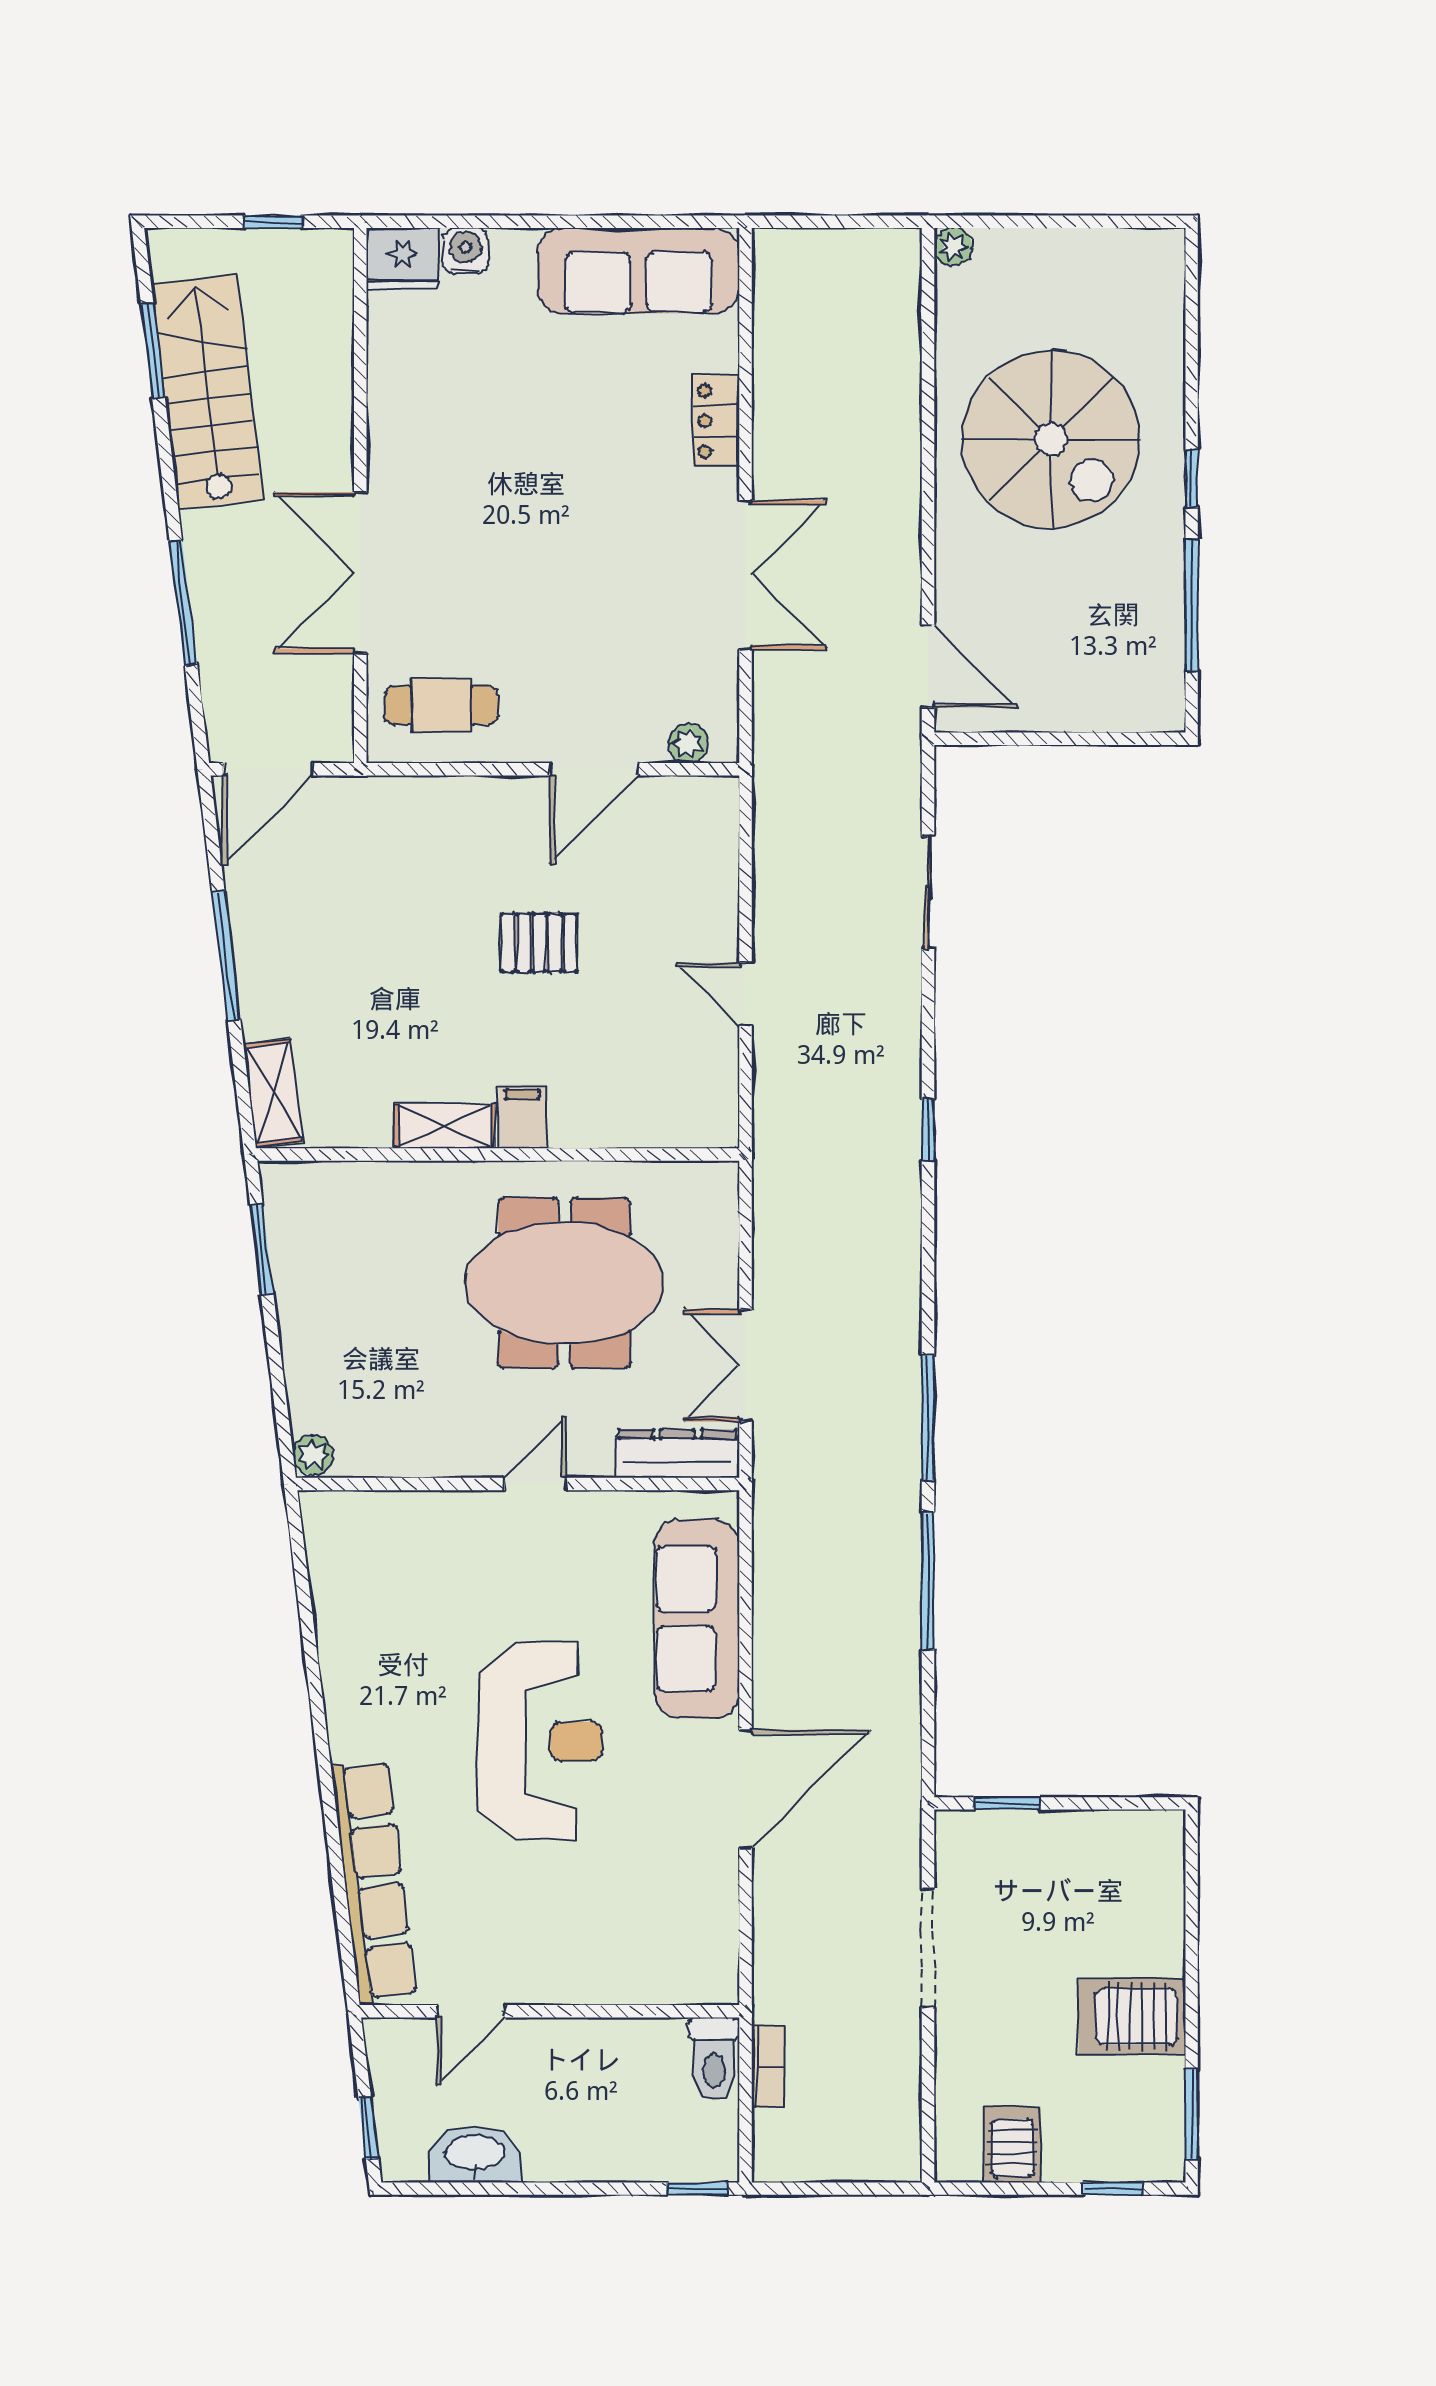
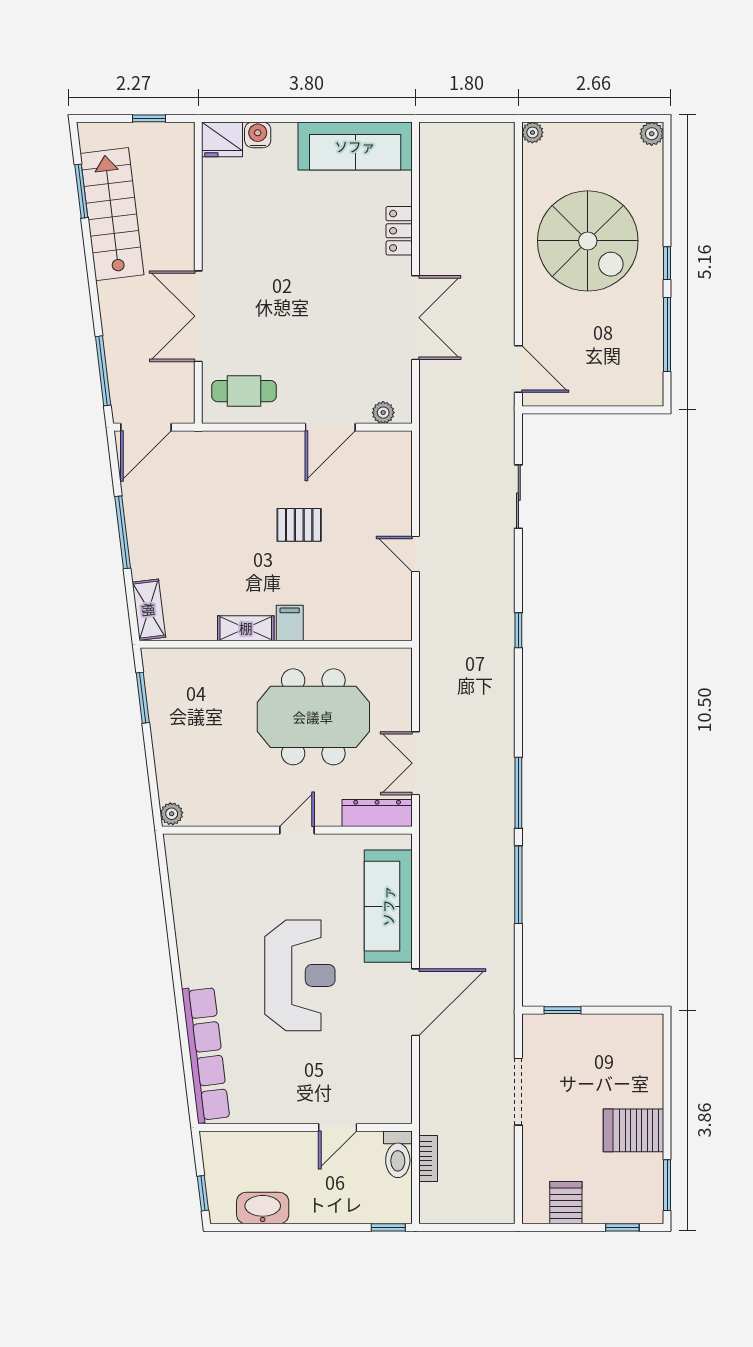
plant: (1164, 249) -> (652, 134), added
window: (183, 603) -> (103, 371), moved
door: (471, 2011) -> (338, 1127), moved

